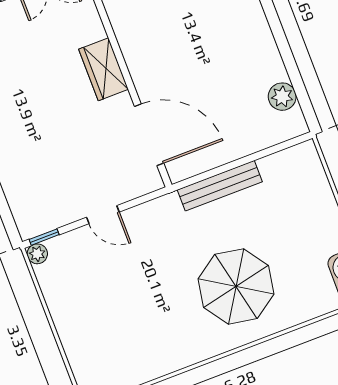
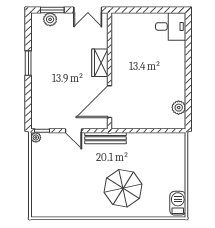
door: (149, 135) -> (109, 102), swing flipped
bench: (220, 186) -> (105, 138), moved

